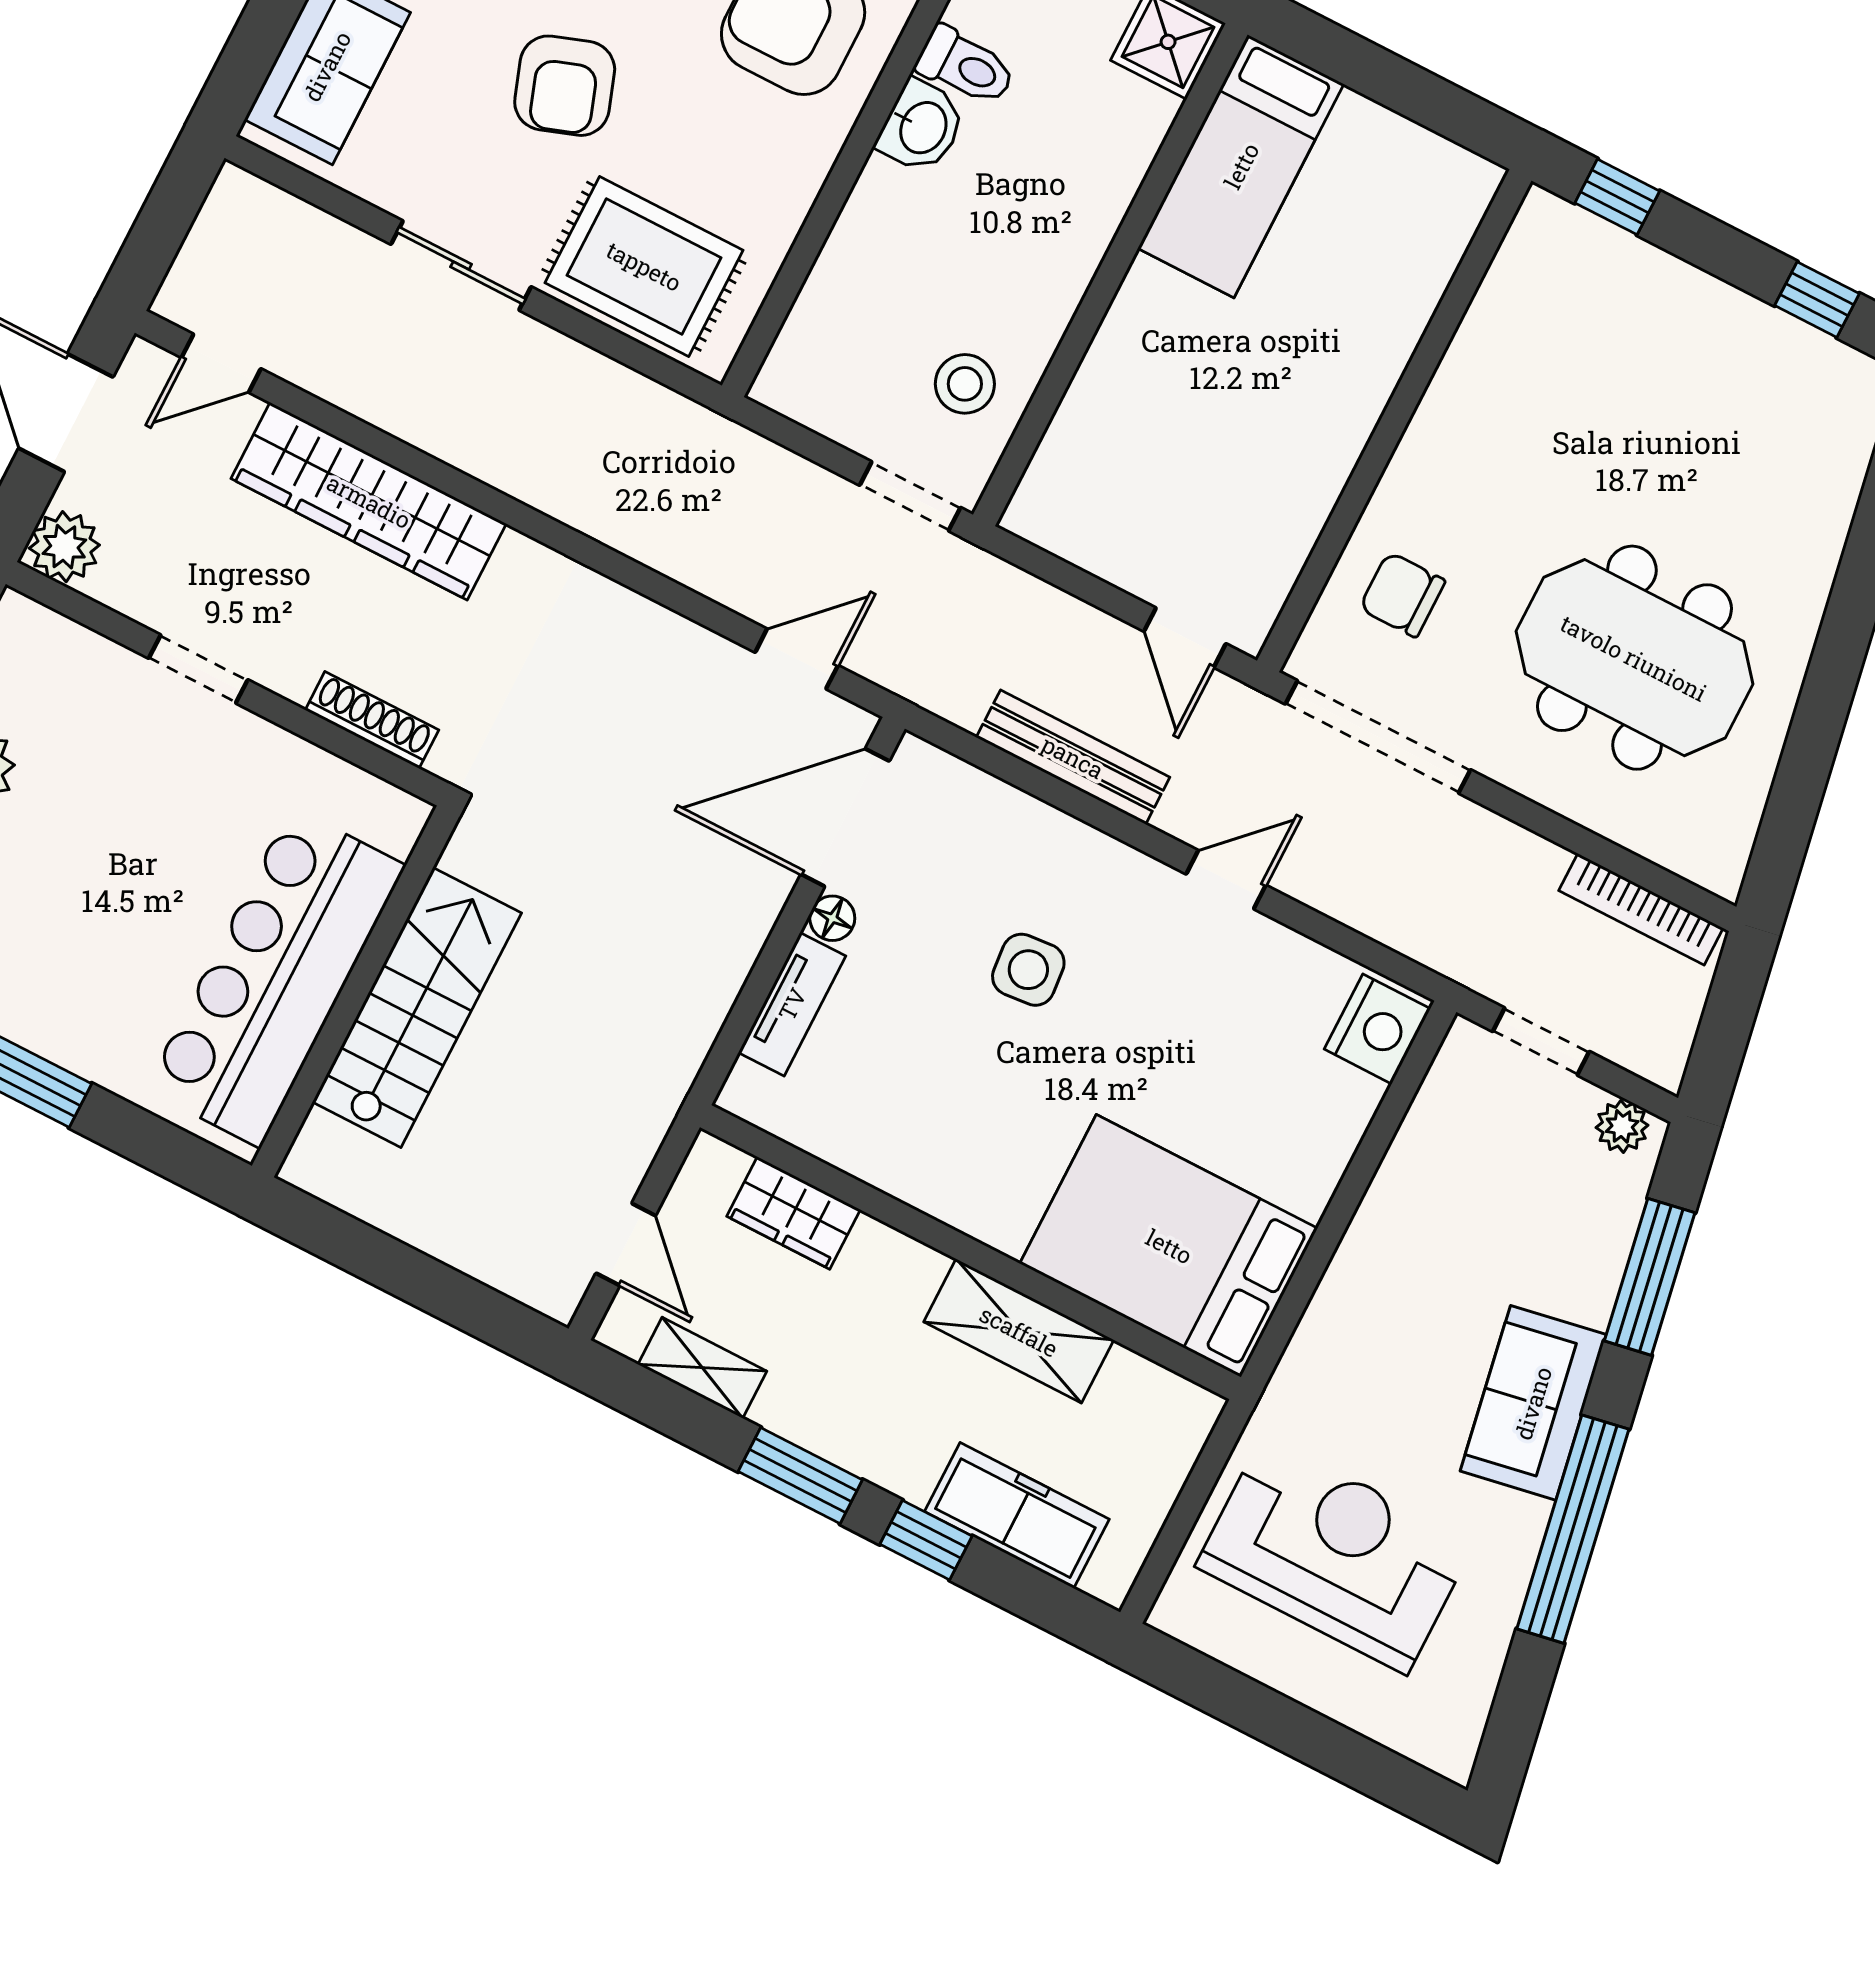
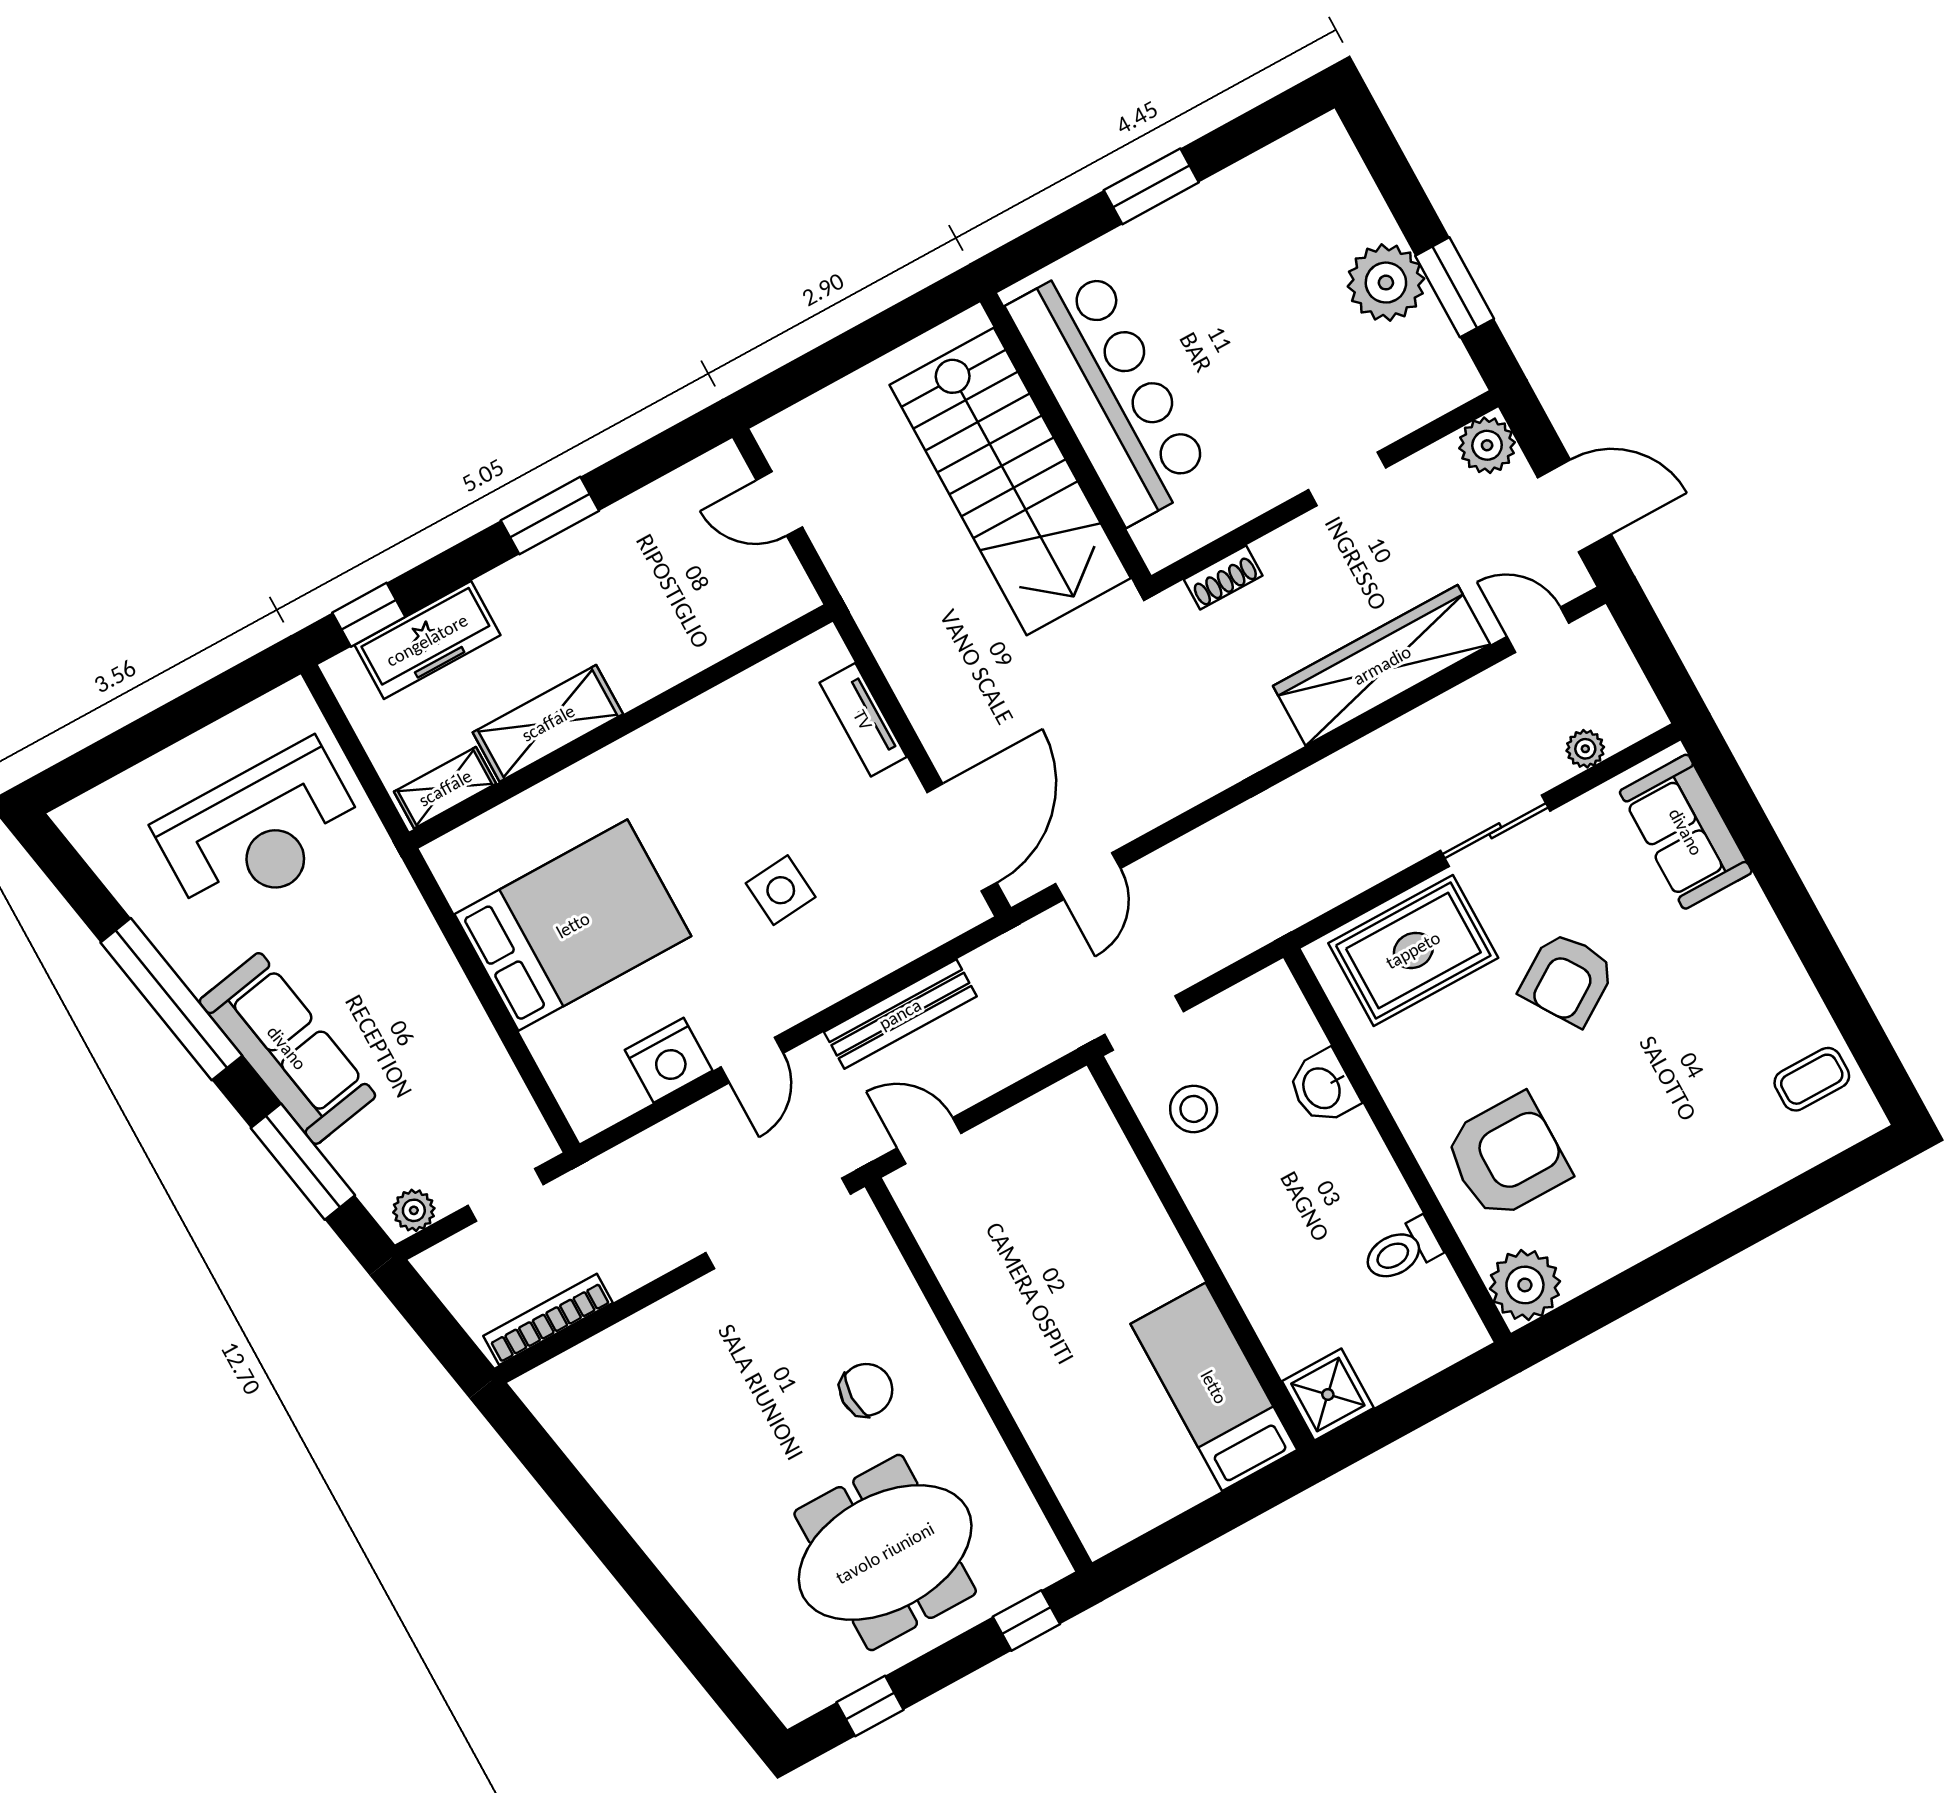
armchair: (565, 86) -> (1567, 979), turned -104
washbasin: (922, 127) -> (1323, 1087), moved
plant: (312, 229) -> (1585, 749), added
door: (221, 363) -> (1538, 630), hinge flipped
chair: (1402, 595) -> (866, 1390), moved
meeting table: (1634, 658) -> (885, 1553), moved
shoe rack: (372, 720) -> (1223, 578), width x0.70
floor lamp: (832, 918) -> (902, 784), removed
stairs: (417, 1007) -> (1010, 481), width x1.36, depth x1.51
nightstand: (1377, 1029) -> (669, 1060), moved, turned -90
wardrobe: (793, 1213) -> (725, 628), removed
bed: (1169, 1246) -> (573, 925), moved
shelving: (702, 1368) -> (445, 788), moved
sofa: (1533, 1403) -> (287, 1048), width x1.36
window: (926, 1540) -> (369, 615), moved

